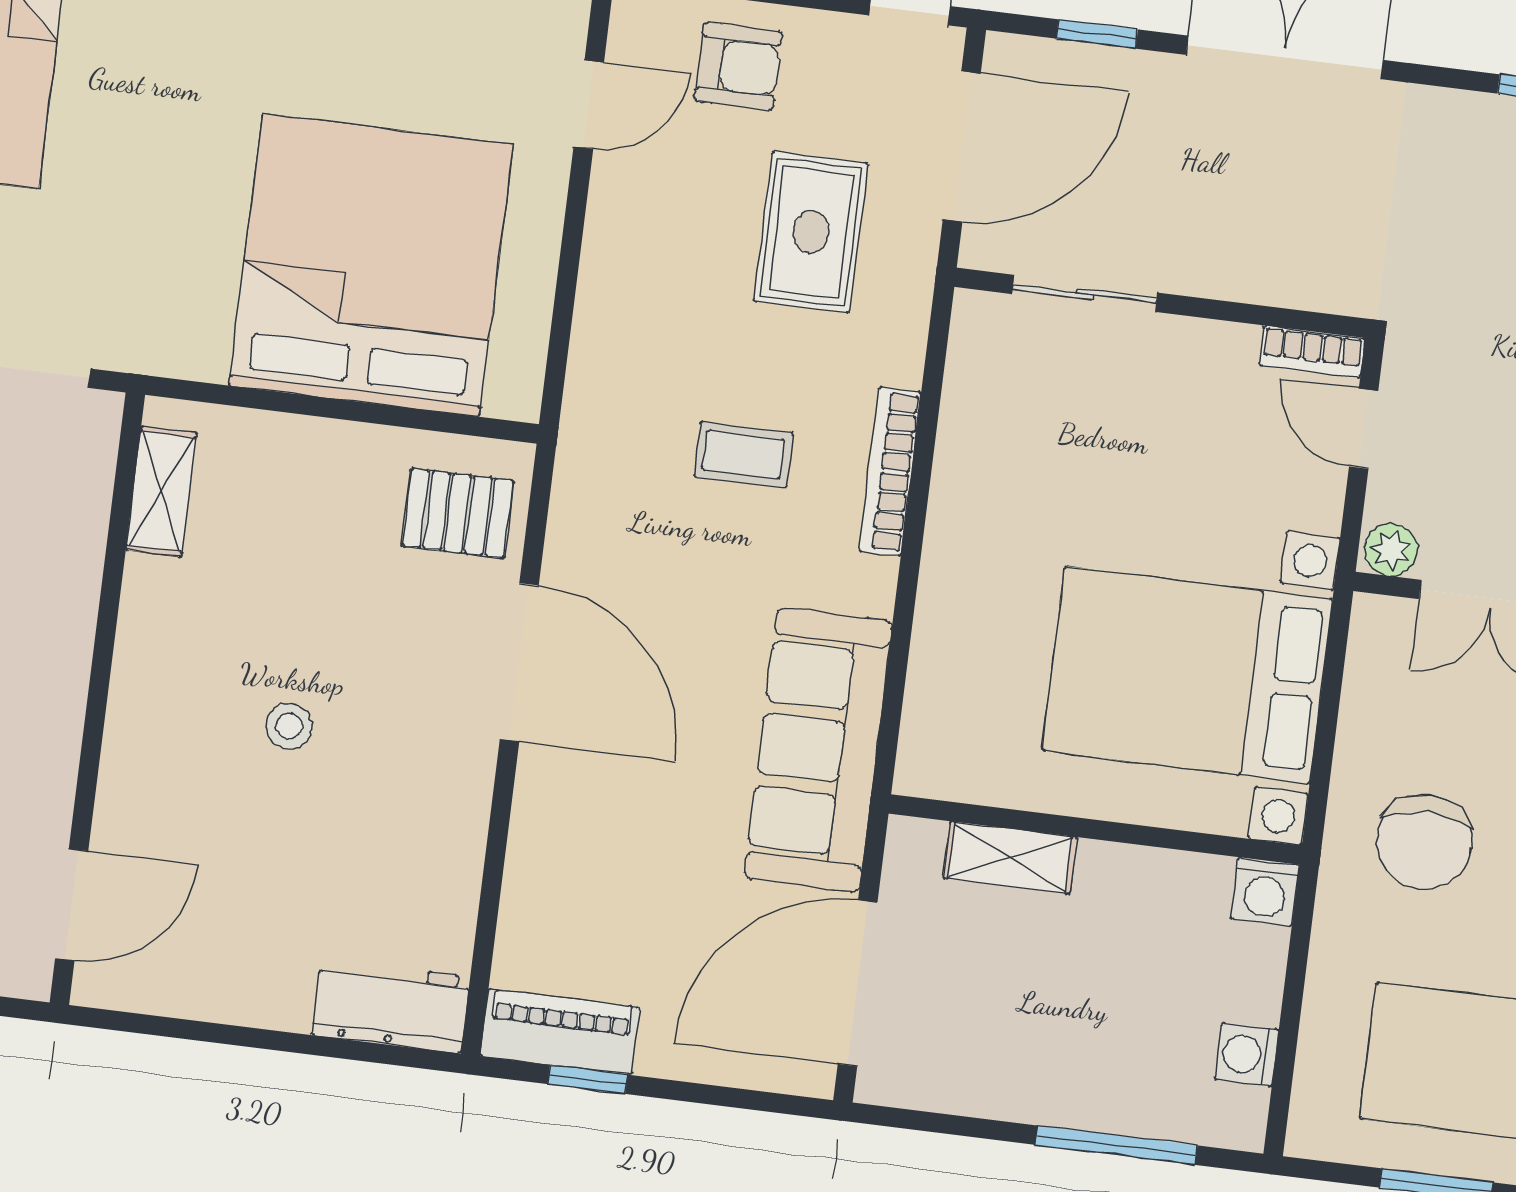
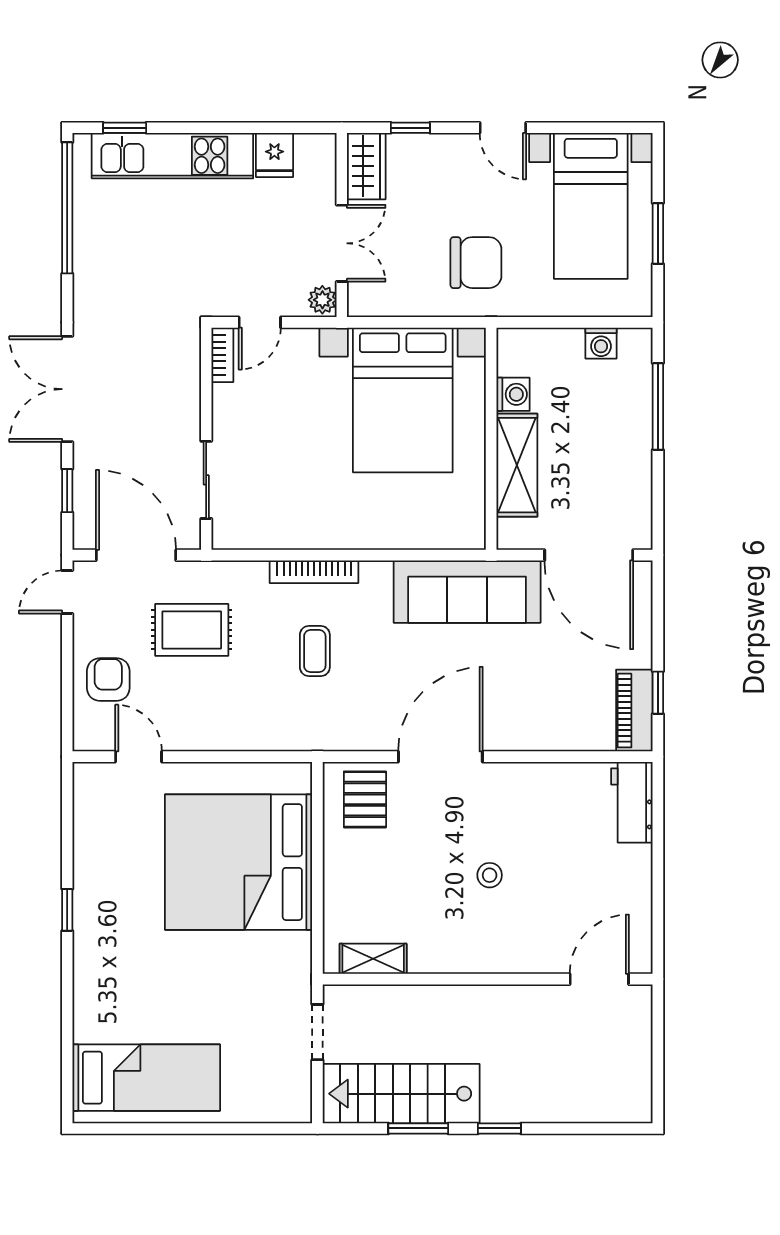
shelving: (1010, 858) -> (517, 465), width x1.50, depth x1.33
washing machine: (1265, 892) -> (513, 394), moved
door: (72, 905) -> (599, 979), hinge flipped

